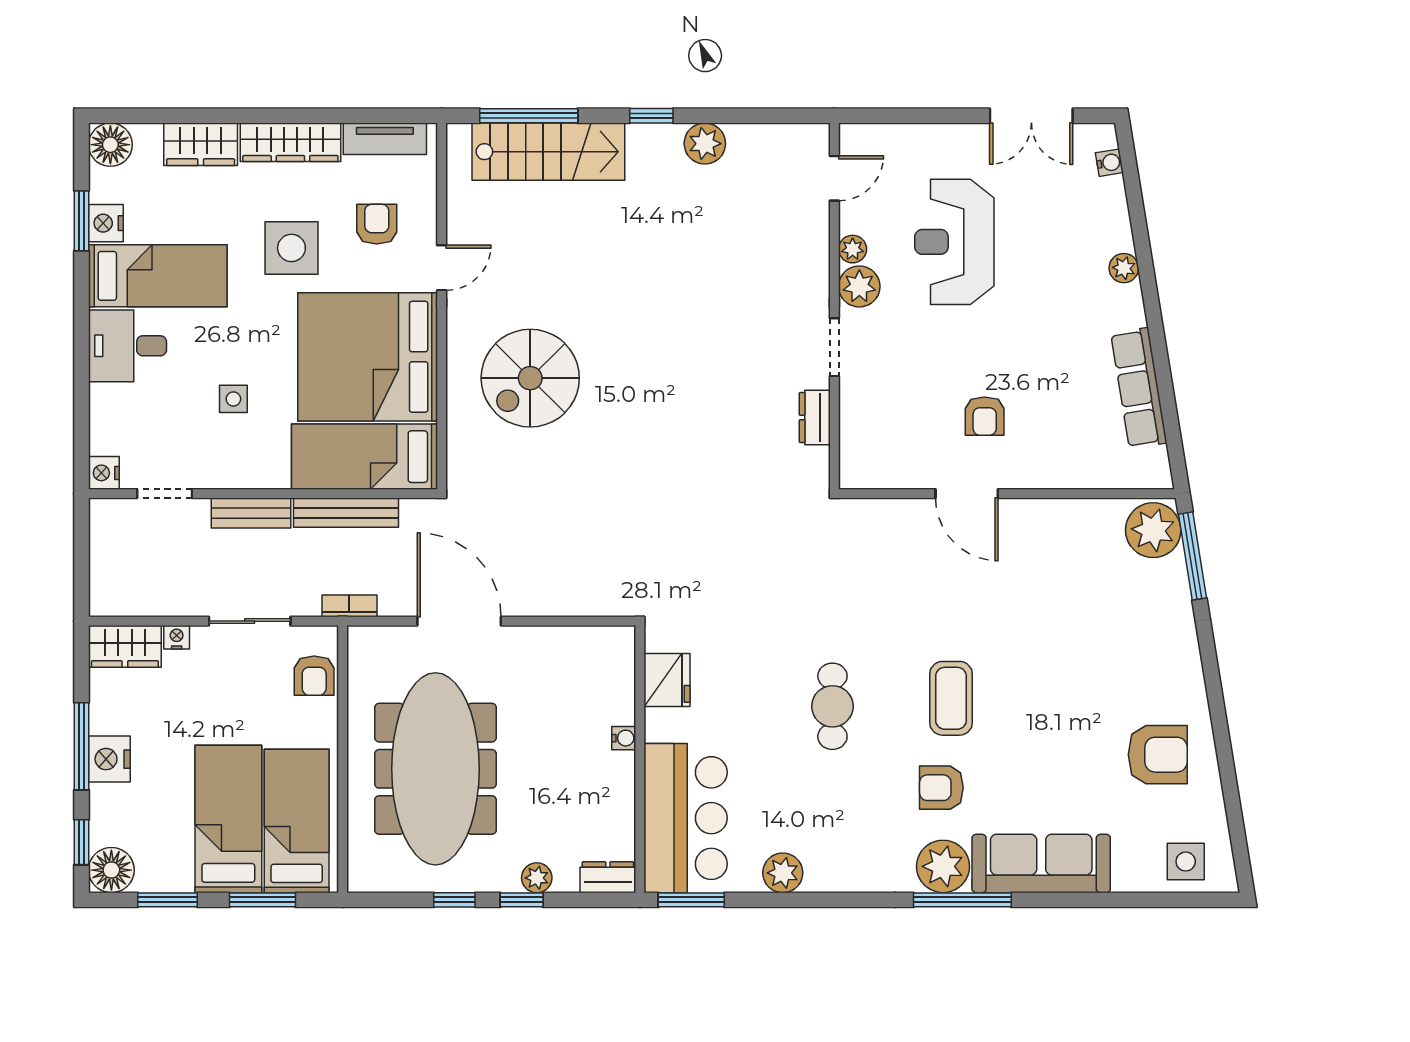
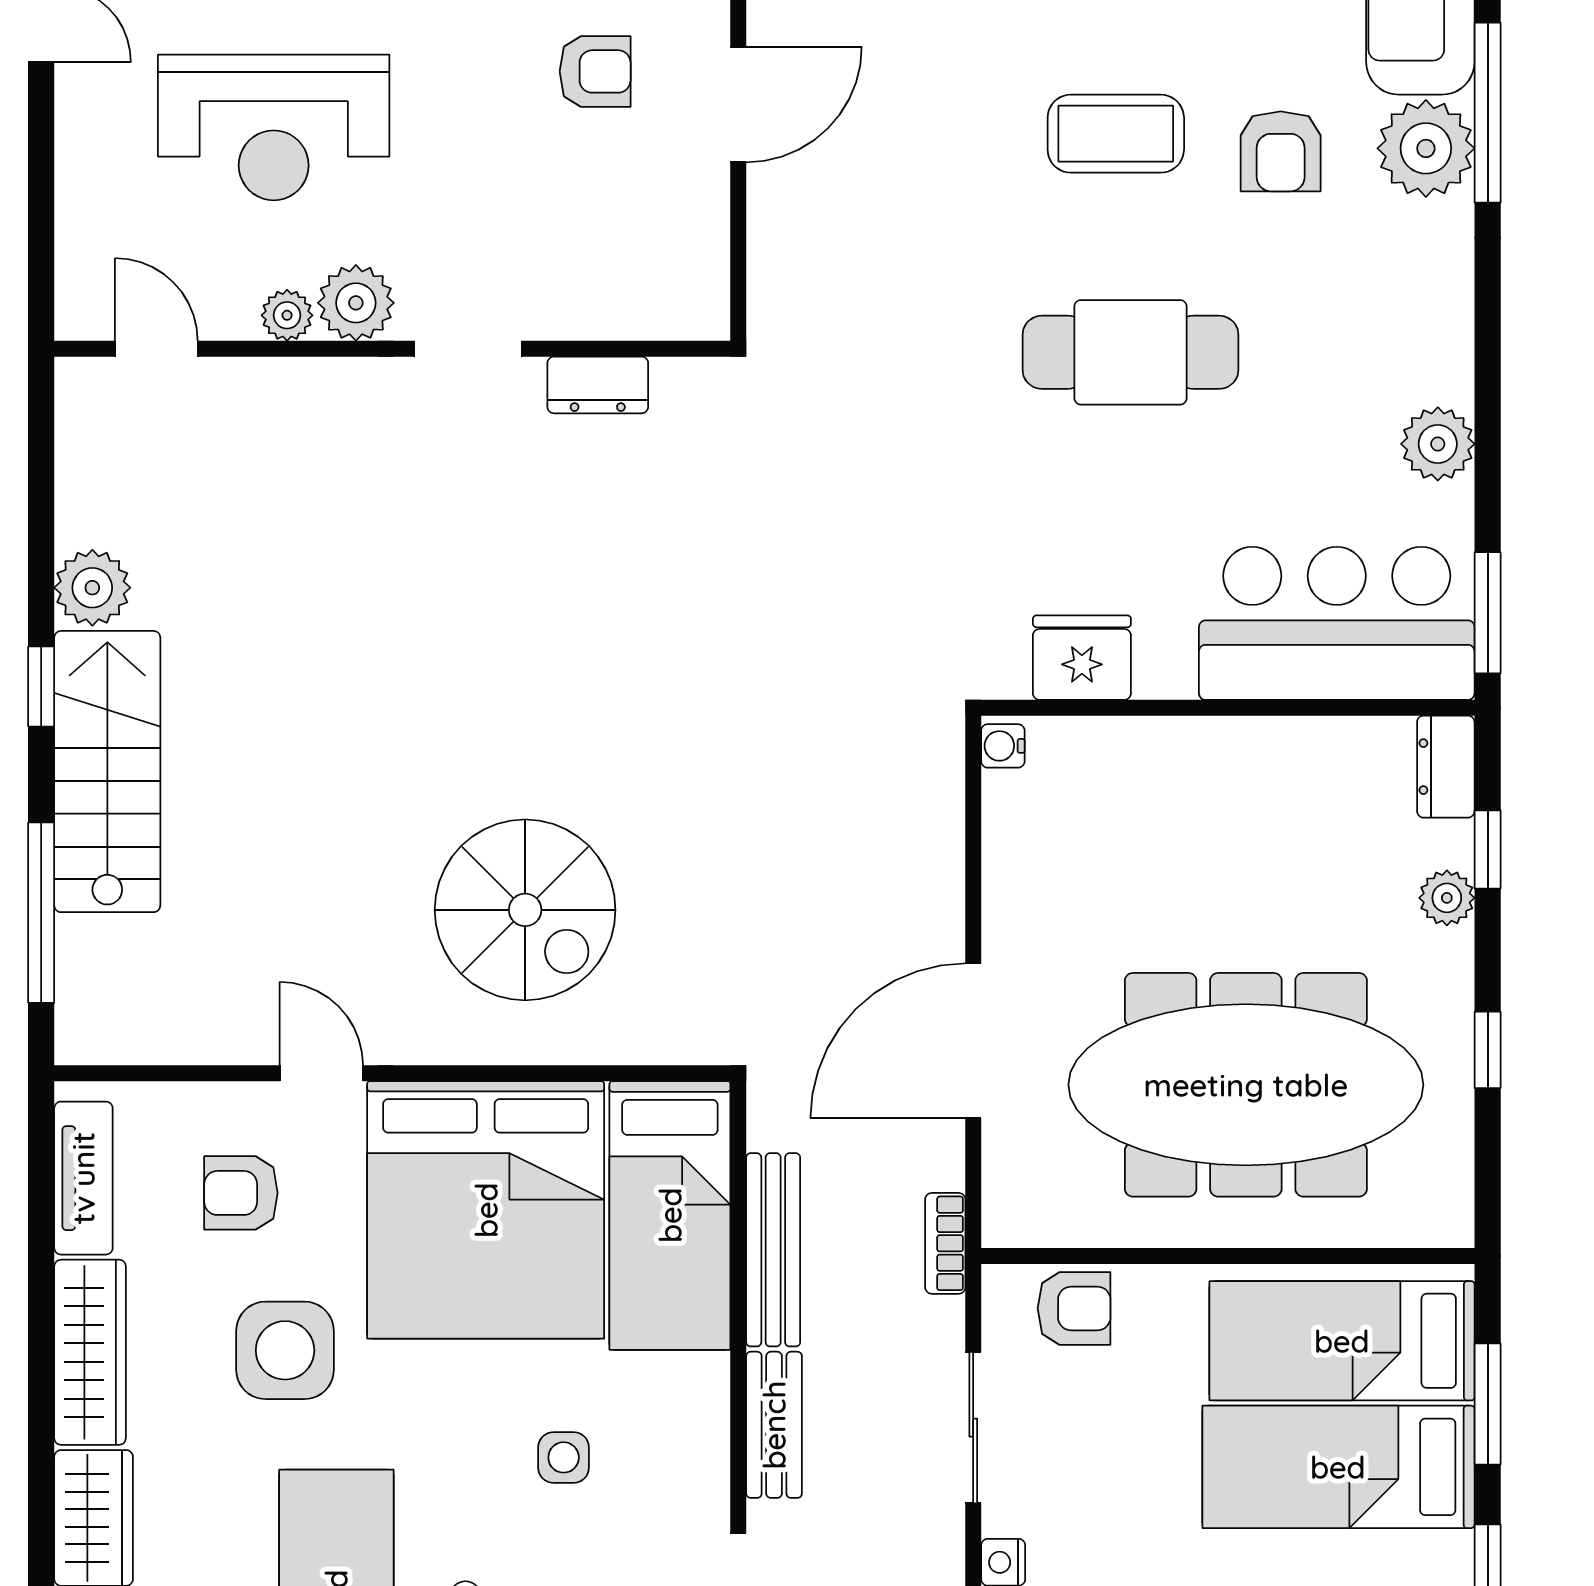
stairs: (548, 152) -> (107, 772), moved
cafe table: (832, 706) -> (1131, 352), width x1.37, depth x1.35
water cooler: (624, 738) -> (1003, 746), moved, turned -90
window: (522, 900) -> (1488, 849), moved

